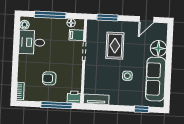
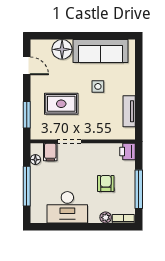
plant: (24, 25) -> (106, 217), moved
desk: (32, 42) -> (67, 207), width x1.37
armchair: (49, 78) -> (106, 183), turned 180
tv unit: (96, 99) -> (129, 111), moved
window: (57, 105) -> (139, 189), moved
window: (142, 109) -> (139, 67), removed

